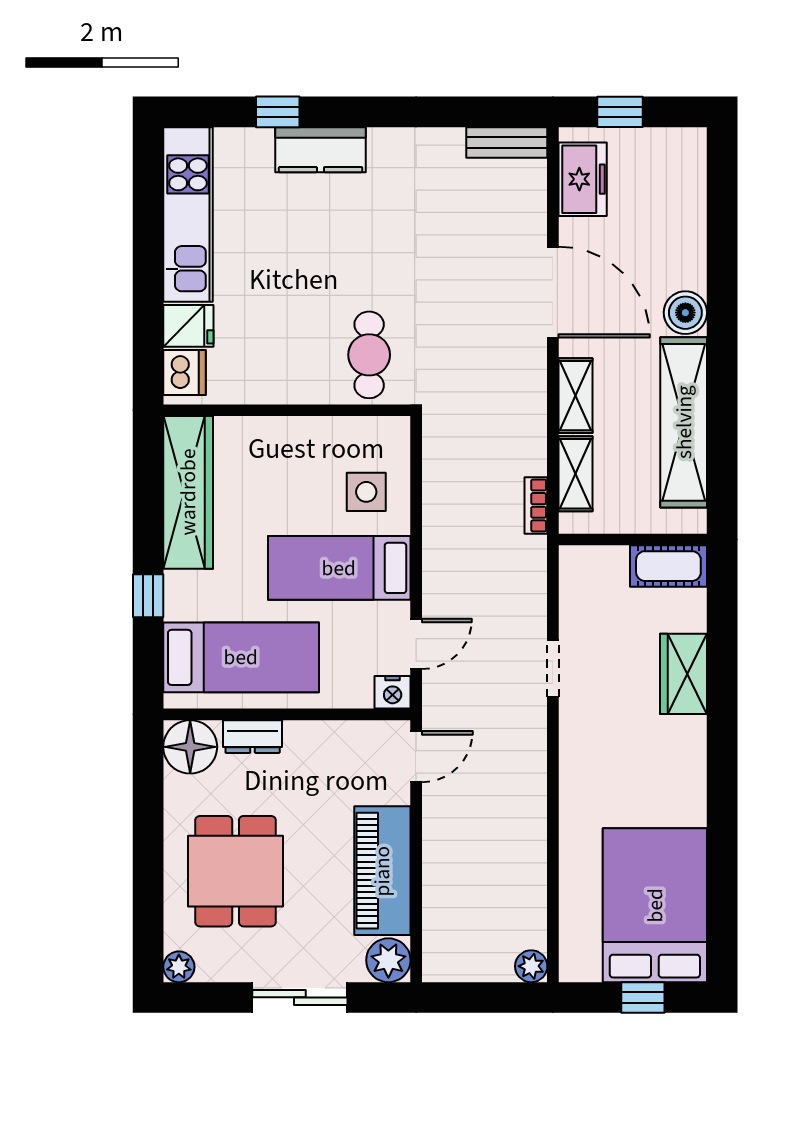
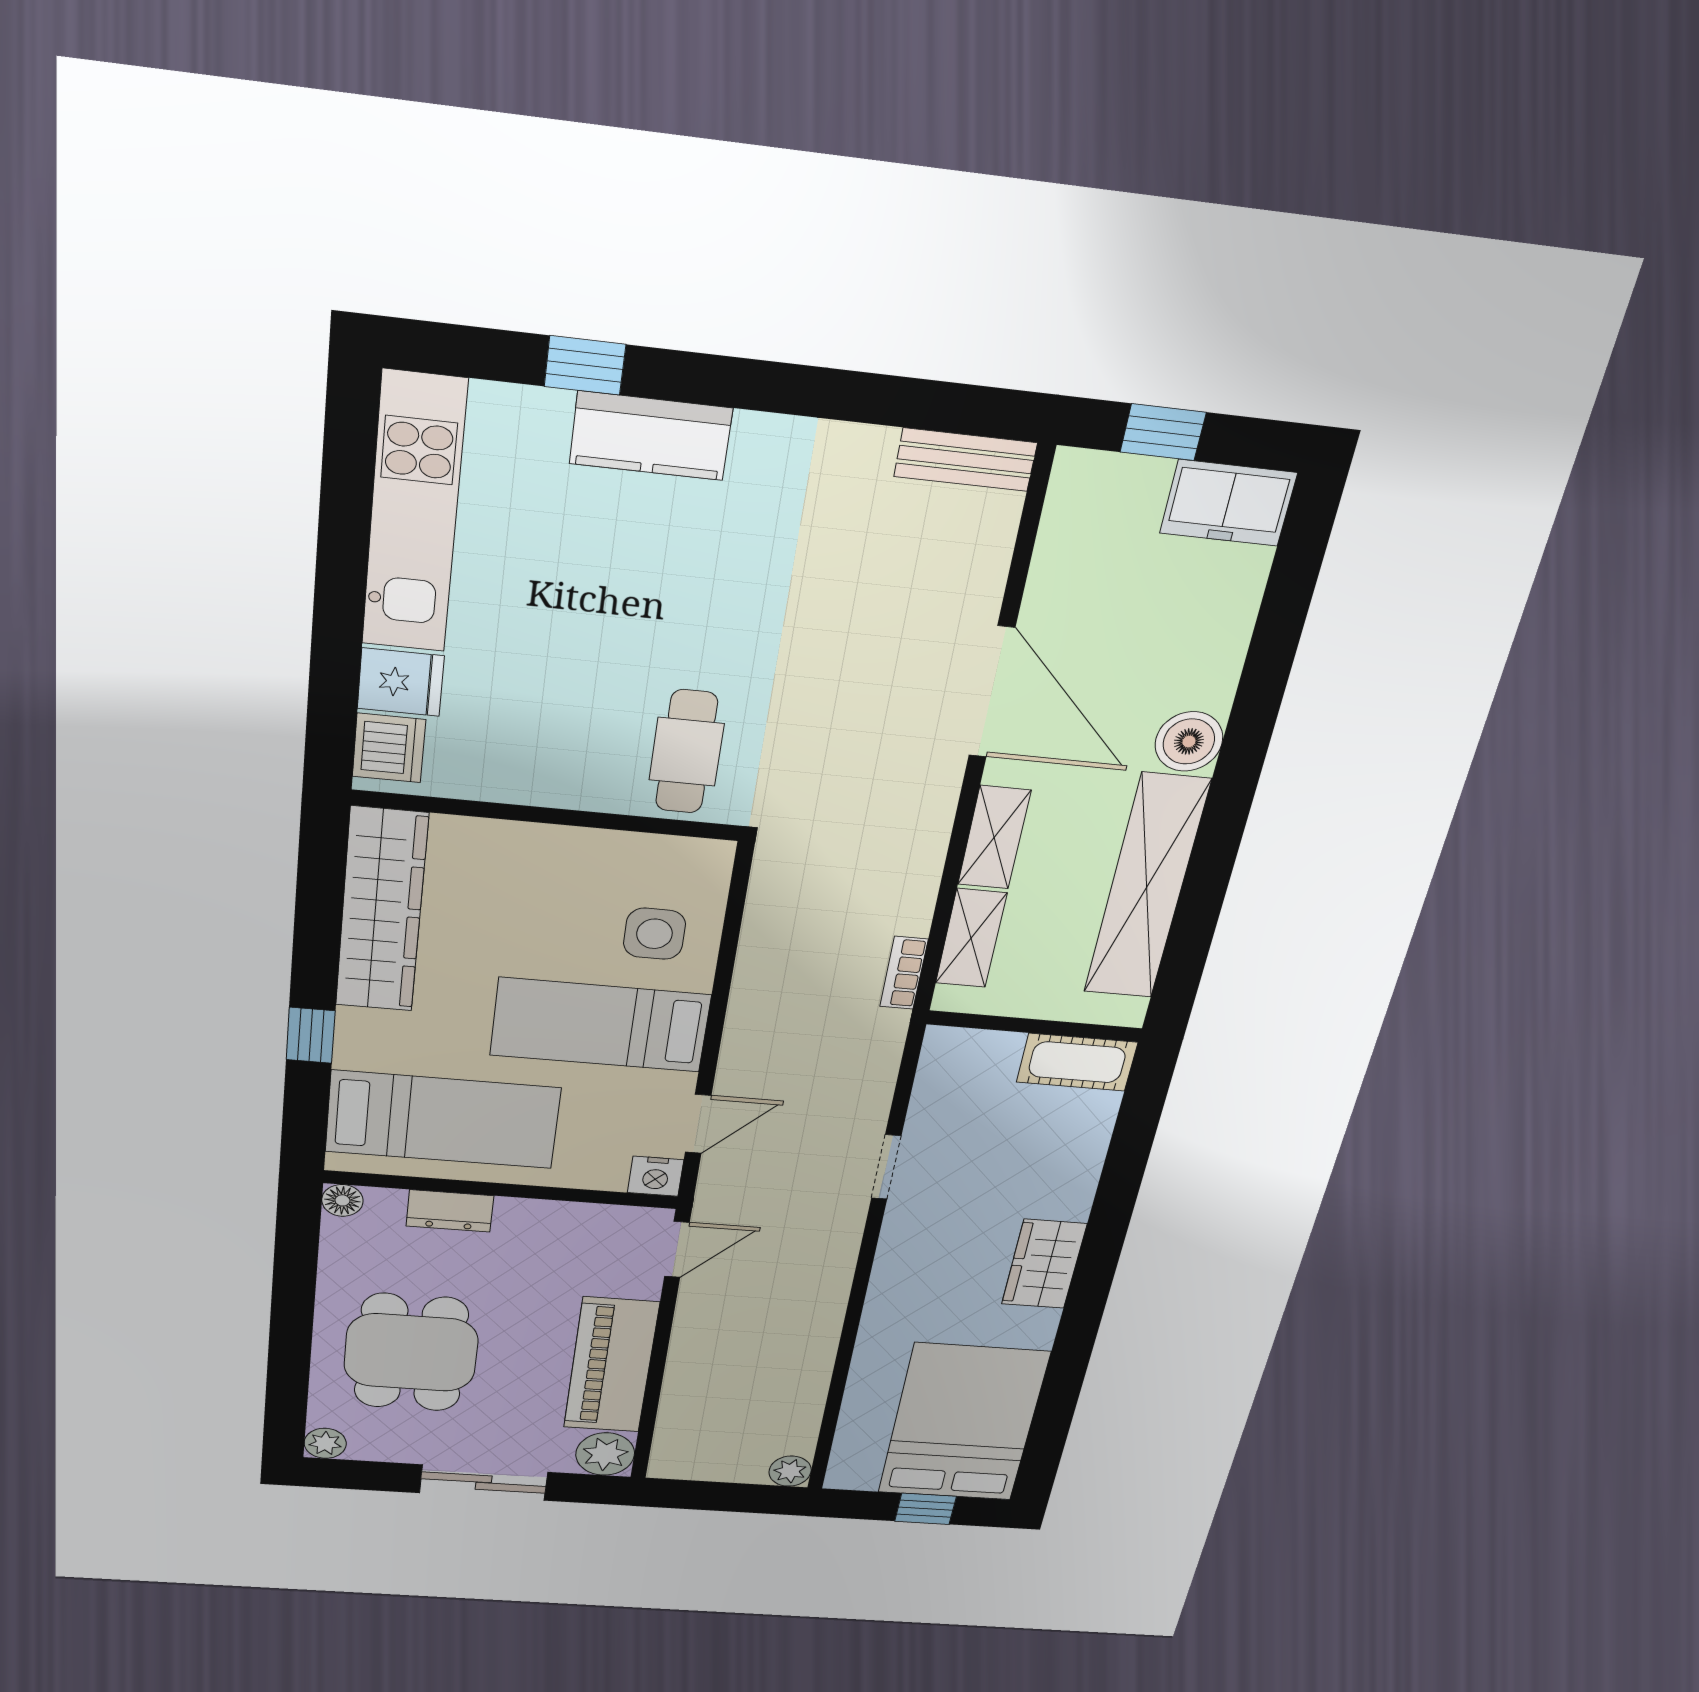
freezer: (583, 179) -> (1228, 503), moved, turned 90
wardrobe: (684, 674) -> (1044, 1264), moved
floor lamp: (190, 747) -> (342, 1200), width x0.53, depth x0.53

